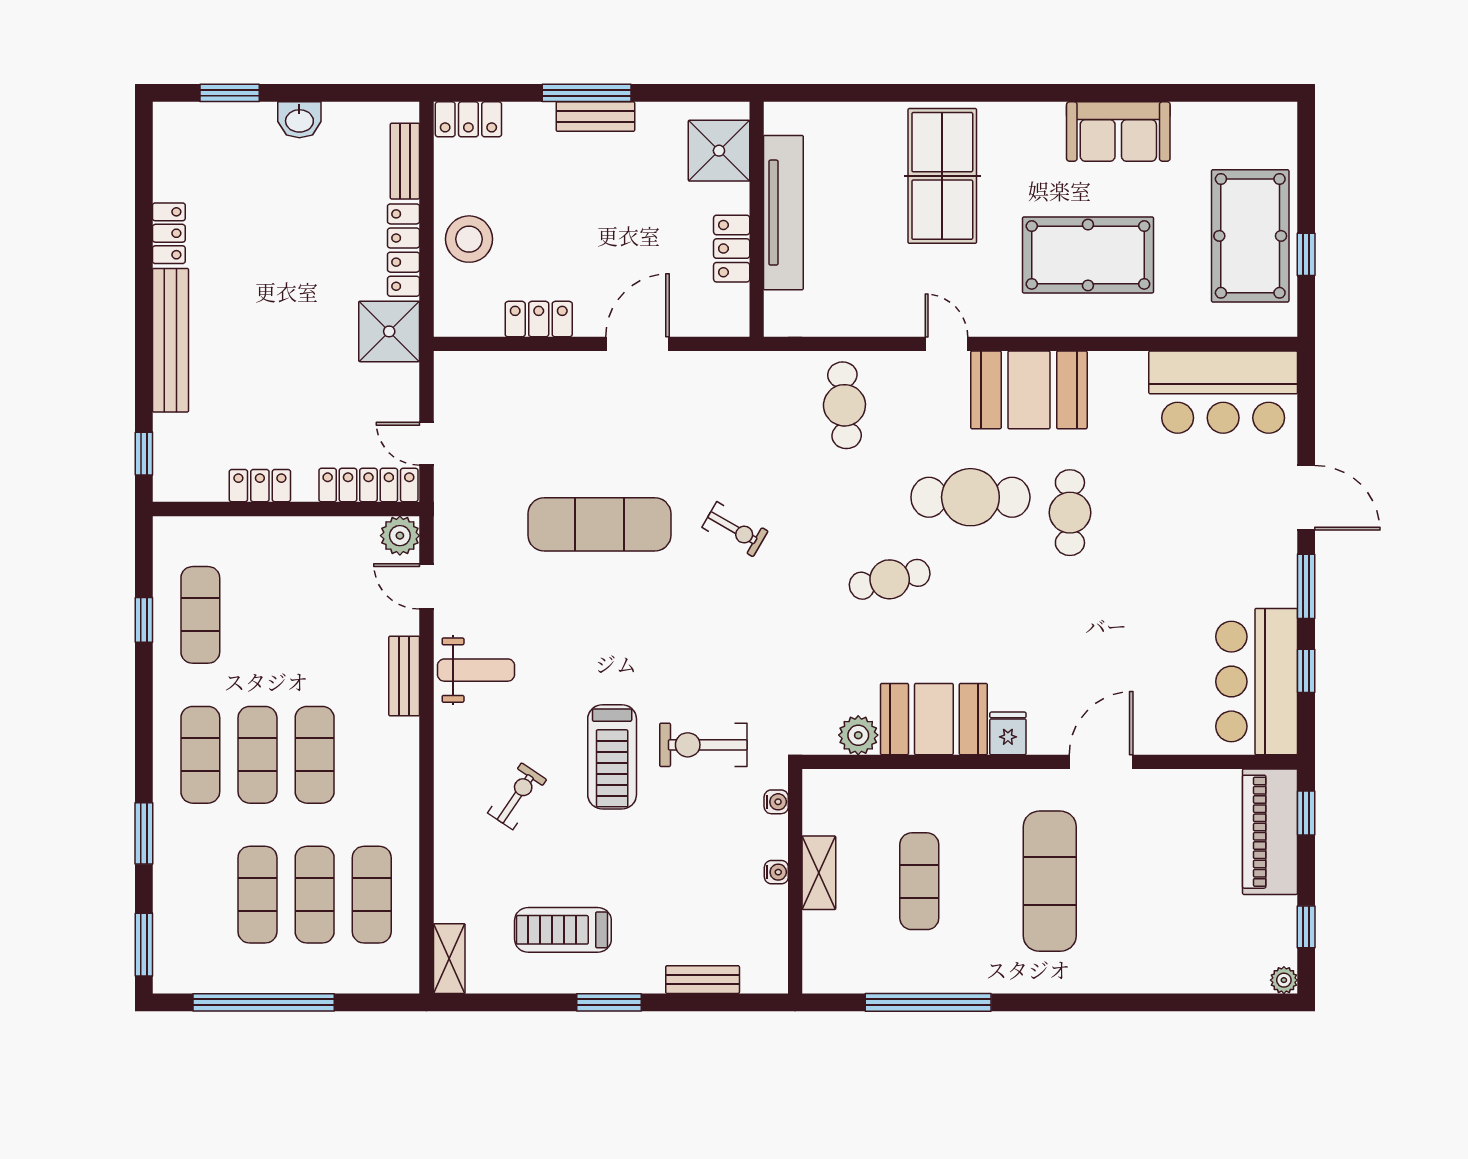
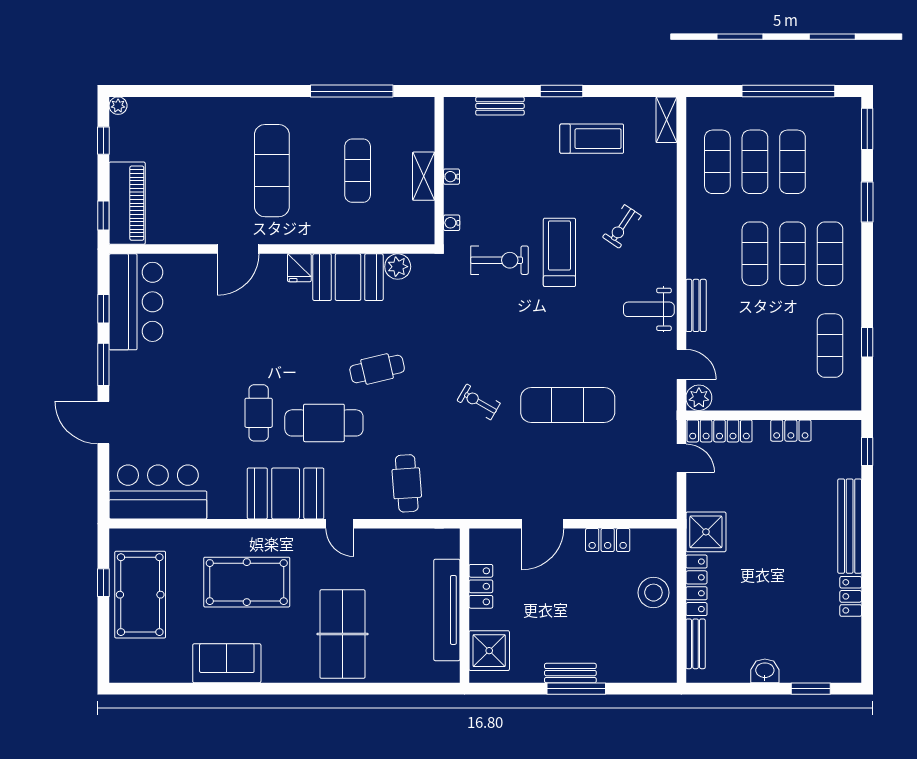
locker: (468, 119) -> (654, 671), removed

